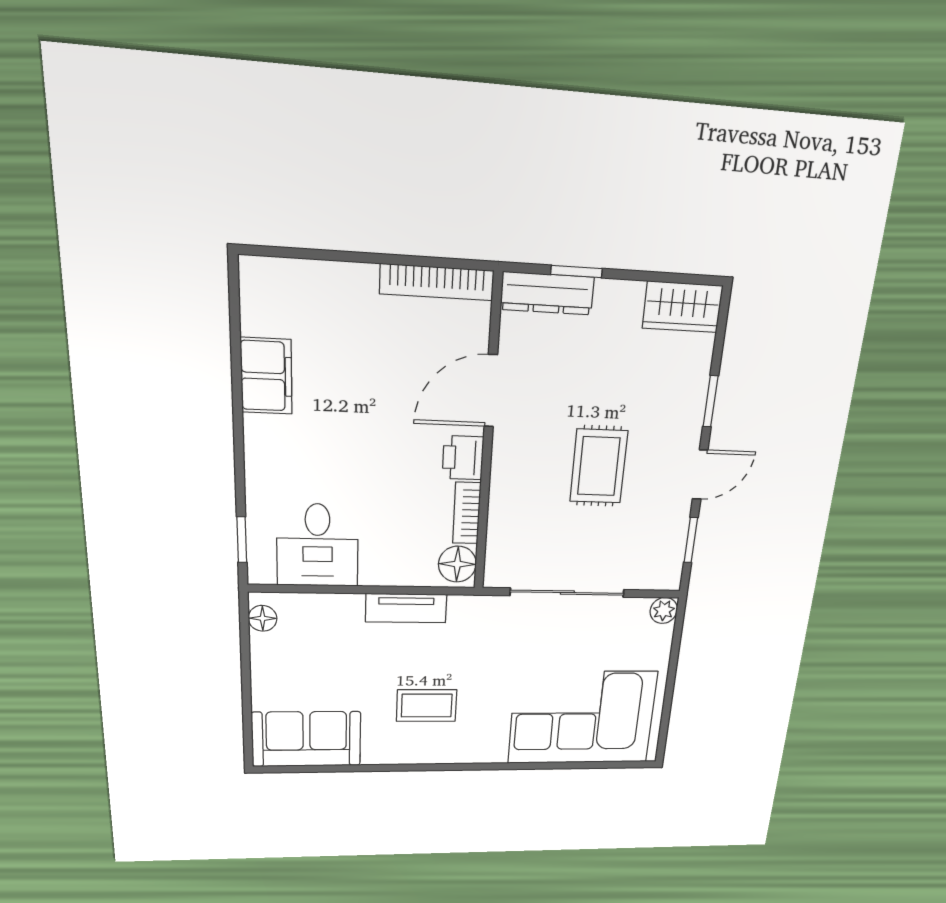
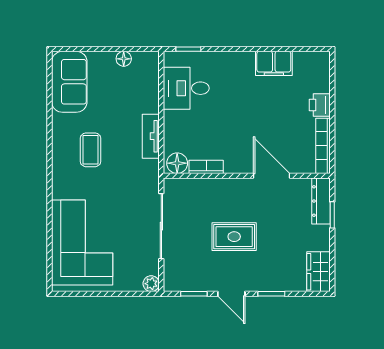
printer: (463, 458) -> (320, 105), moved, turned -90
floor lamp: (263, 618) -> (124, 59), moved

